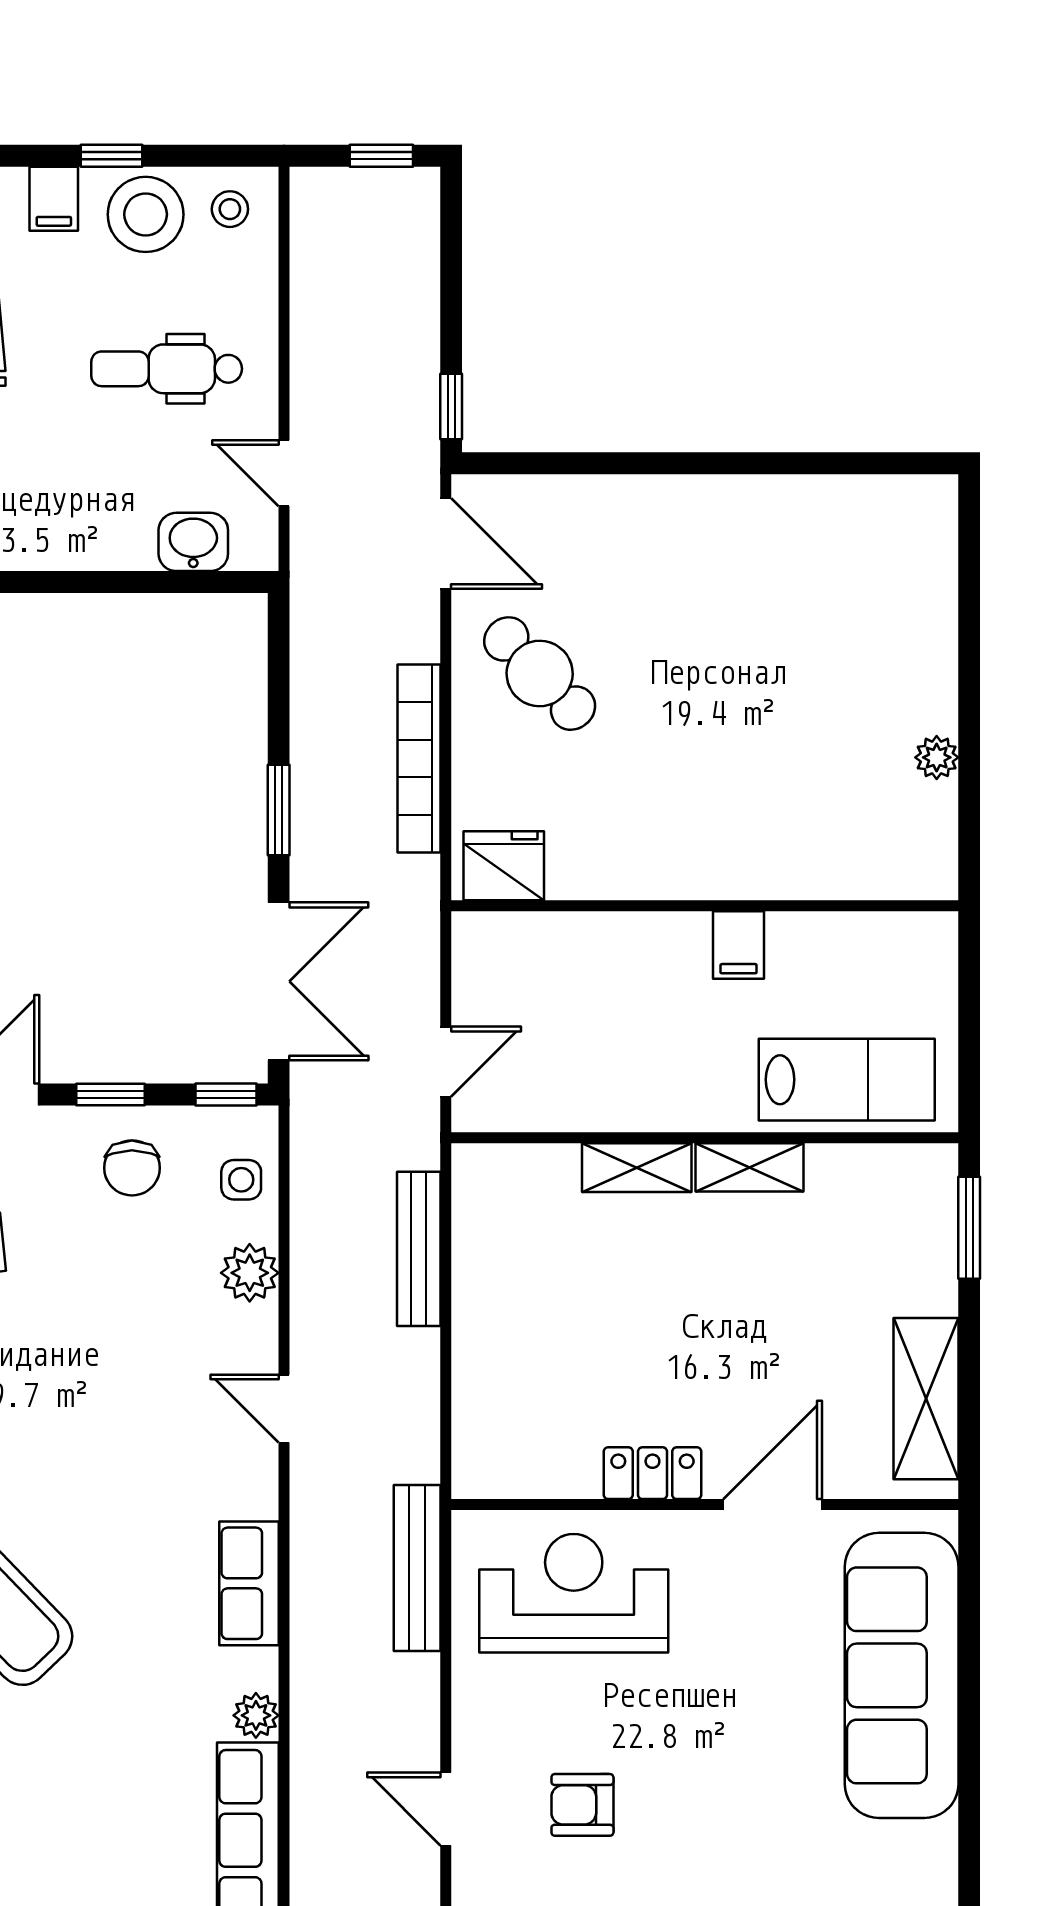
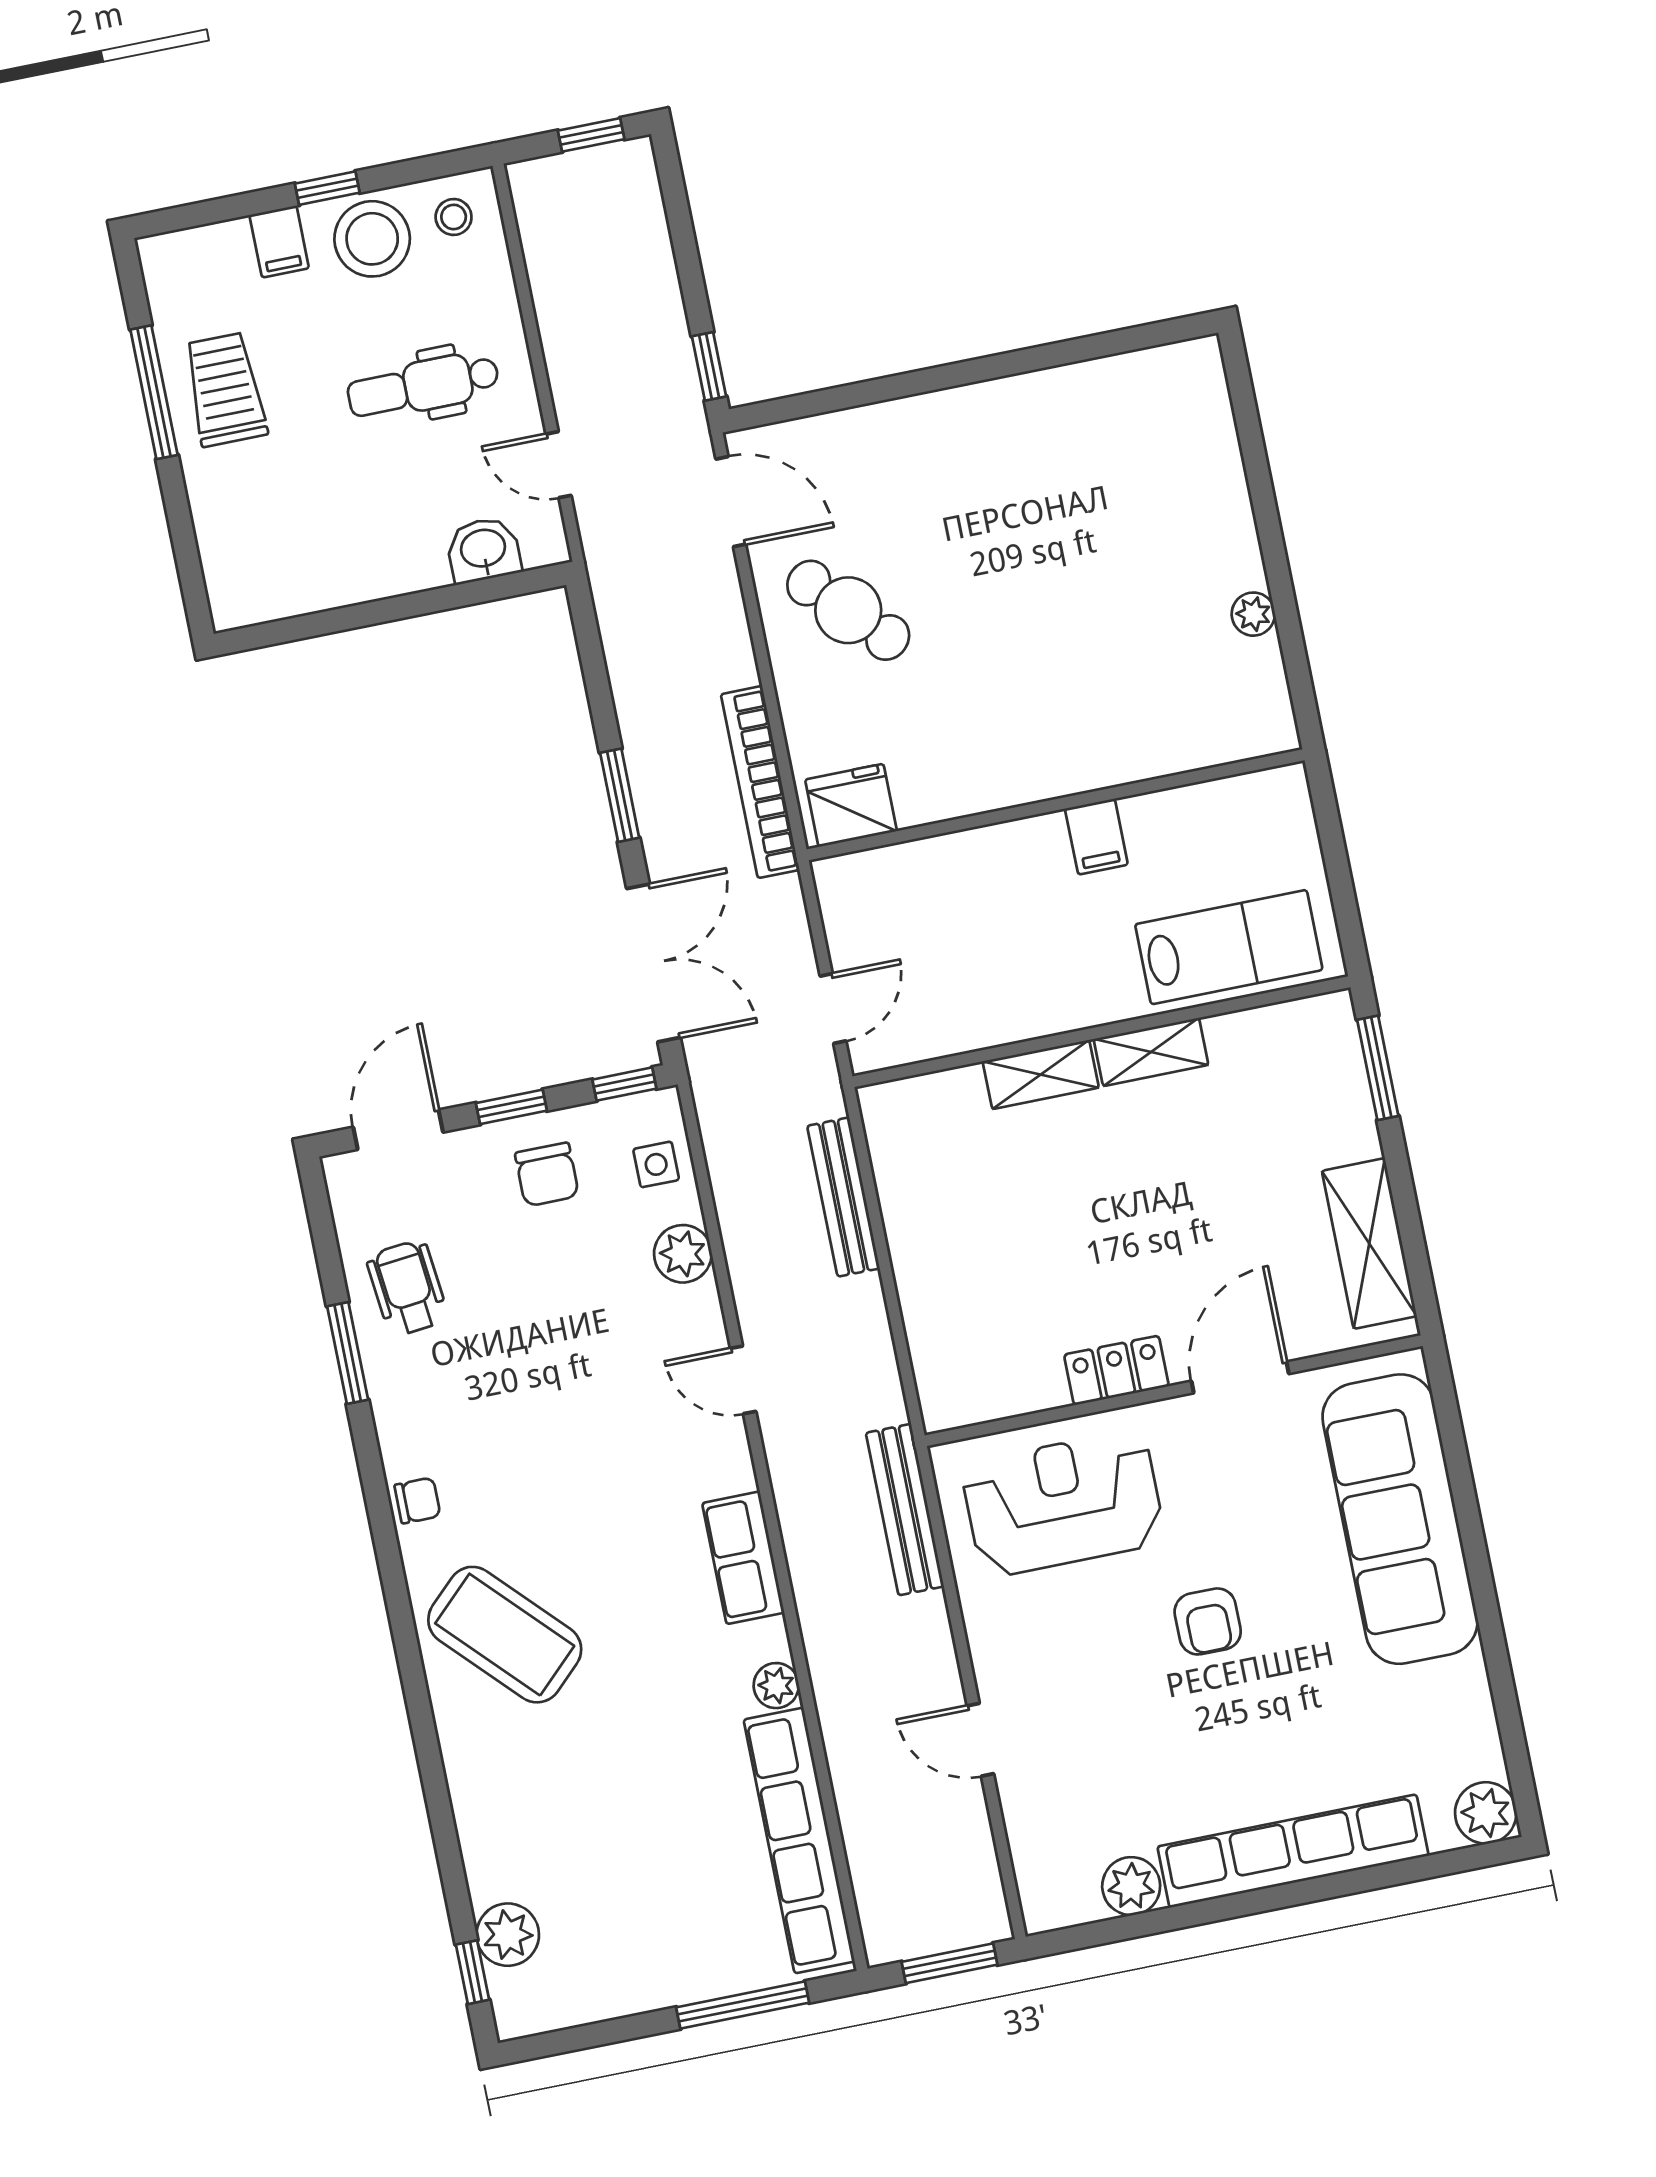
bookcase: (419, 758) -> (760, 782), moved
armchair: (582, 1805) -> (1208, 1621), moved, turned -90

